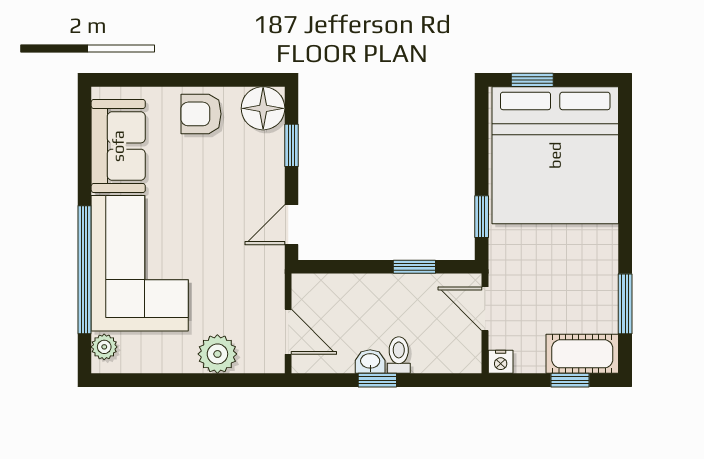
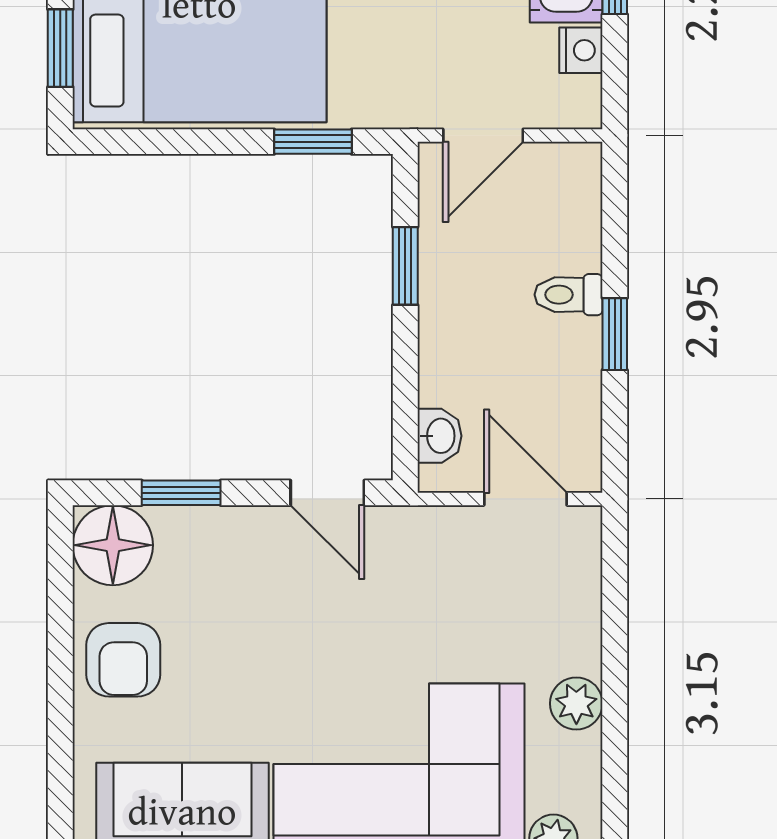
door: (288, 332) -> (525, 499), hinge flipped
plant: (217, 354) -> (576, 703), moved, width x0.73, depth x0.73
washbasin: (370, 362) -> (440, 436), moved, turned 180
nightstand: (501, 362) -> (581, 50), moved

